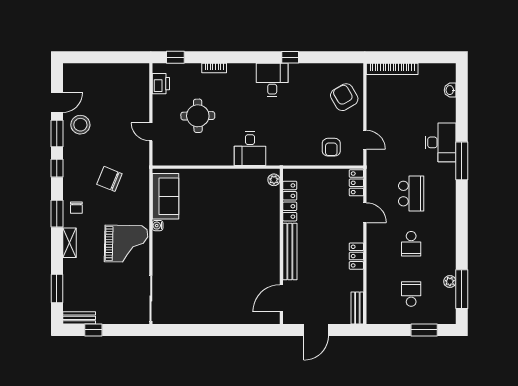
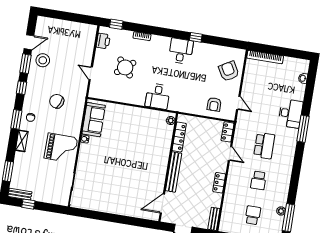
round table: (198, 116) -> (125, 67), turned -38

